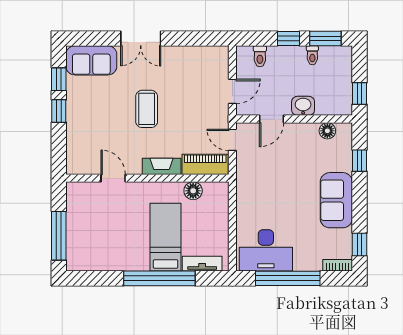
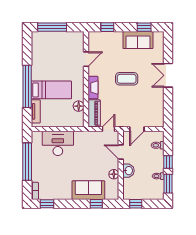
sofa: (91, 60) -> (138, 40), moved, turned -90
door: (232, 91) -> (137, 129), hinge flipped
window: (59, 111) -> (107, 27), moved
floor lamp: (327, 131) -> (114, 174), moved
sofa: (336, 200) -> (88, 190), moved
desk: (266, 250) -> (58, 143), moved, turned 90

